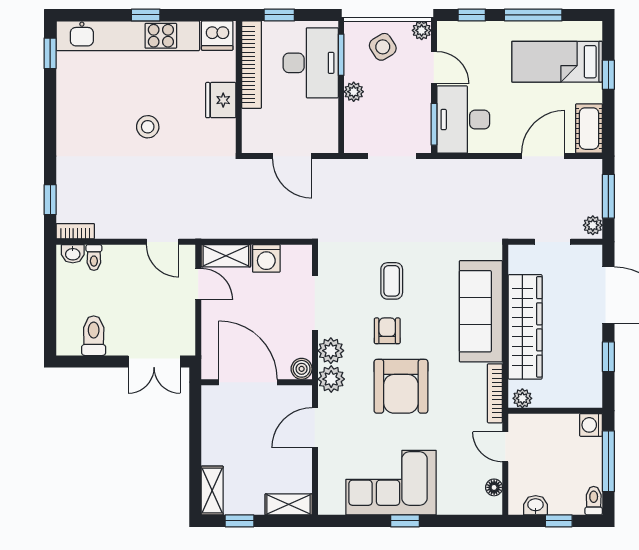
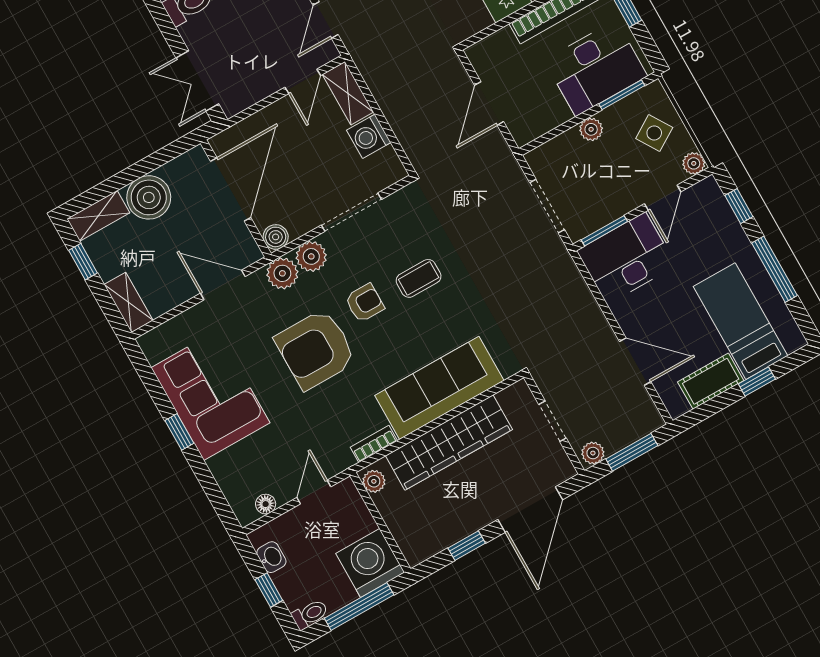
cot: (589, 129) -> (711, 381), moved
bookcase: (495, 393) -> (374, 444), width x0.64
washing machine: (591, 425) -> (370, 563), width x1.89, depth x1.89
boiler: (220, 446) -> (149, 197), added

